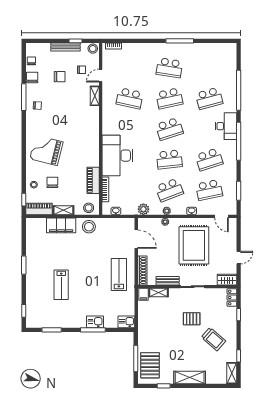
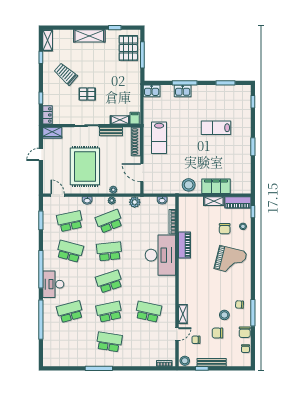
school desk: (209, 159) -> (70, 251), turned 33
piano: (93, 180) -> (184, 245), moved
stool: (89, 208) -> (224, 315), moved
lab bench: (61, 285) -> (216, 128), turned -90

